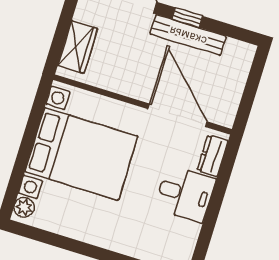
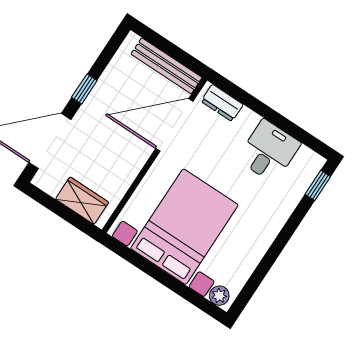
bench: (188, 35) -> (166, 66), moved, turned 90
desk: (185, 194) -> (269, 151), moved

